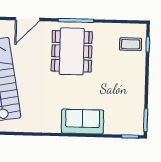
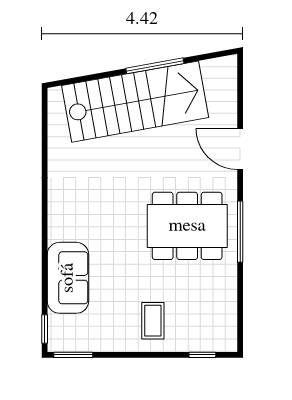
coffee table: (131, 44) -> (153, 321), moved
sofa: (83, 122) -> (68, 278), moved

